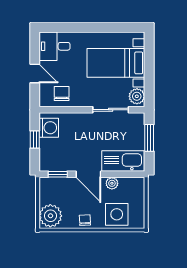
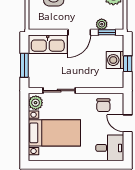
washing machine: (49, 128) -> (115, 60), moved
door: (88, 174) -> (79, 32), swing flipped
plant: (112, 183) -> (102, 24), moved

